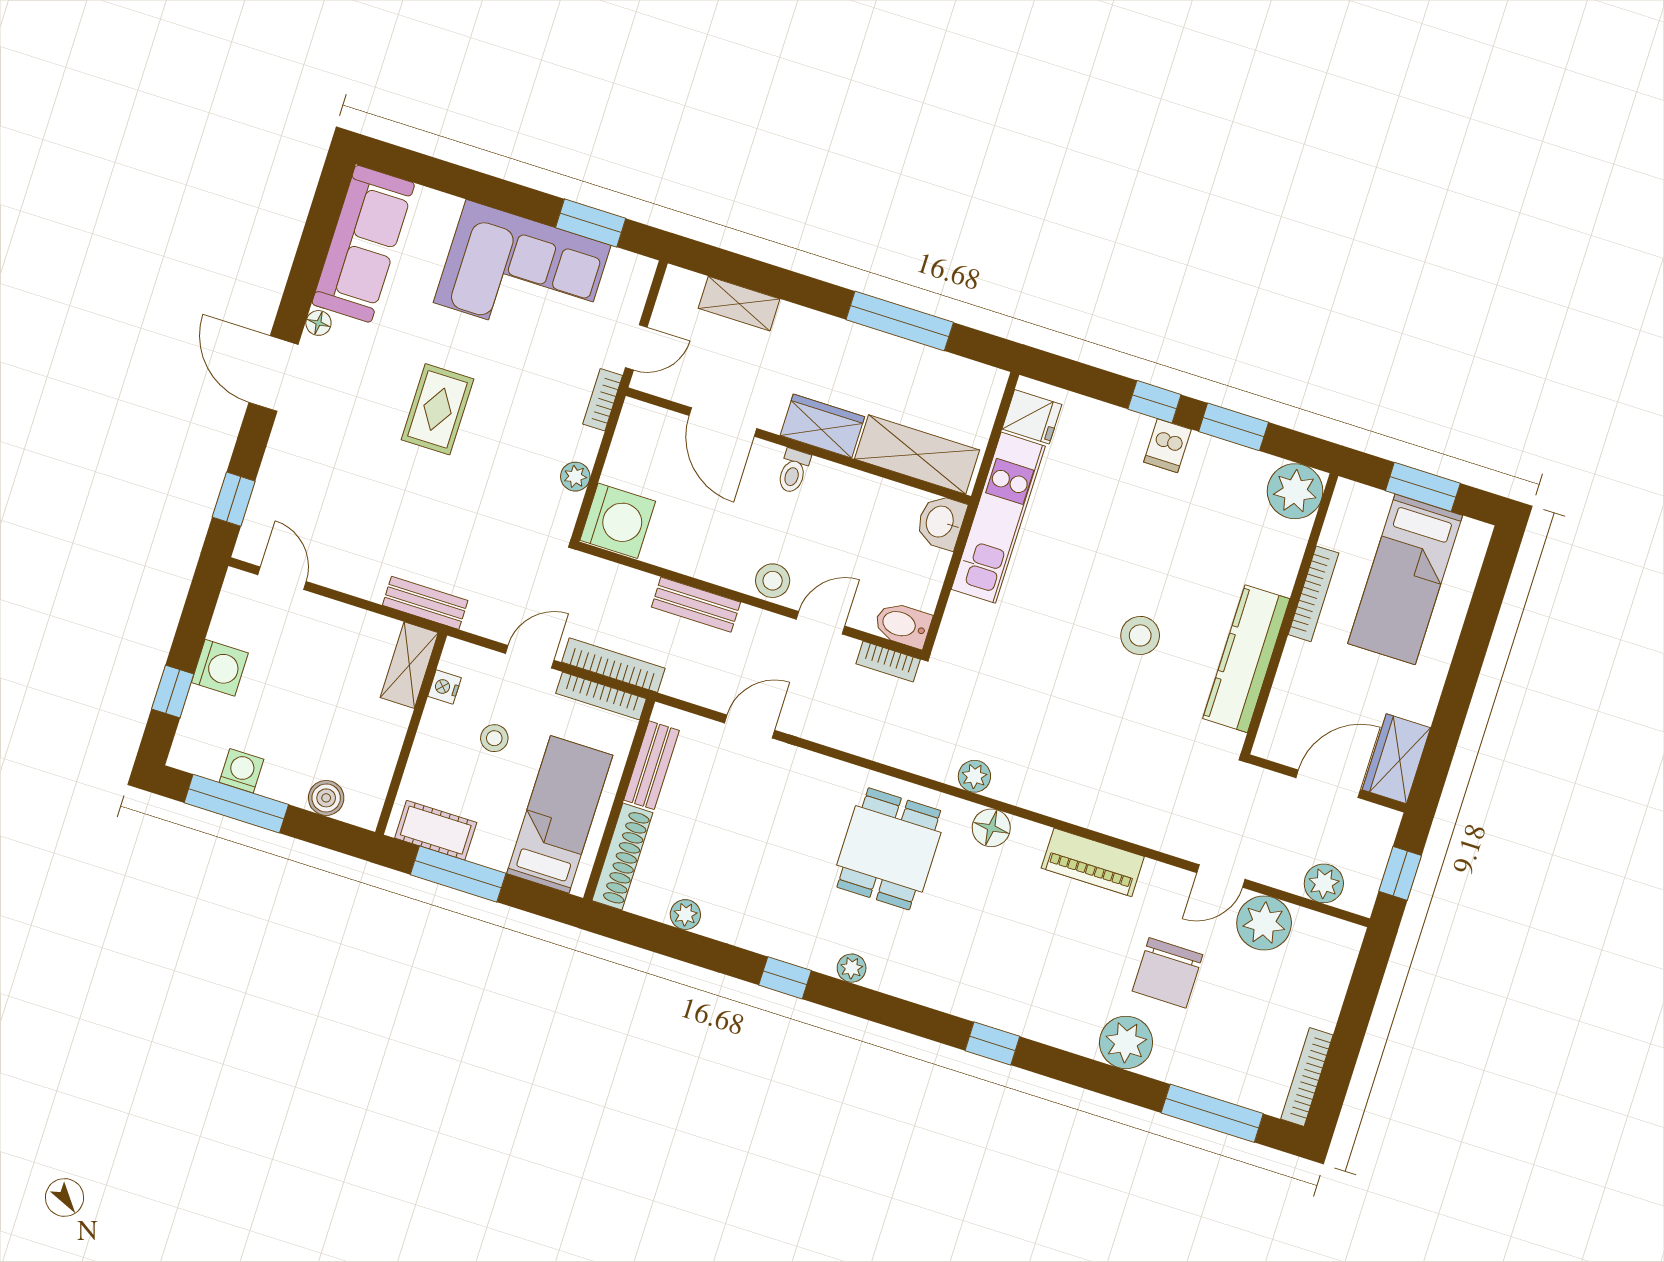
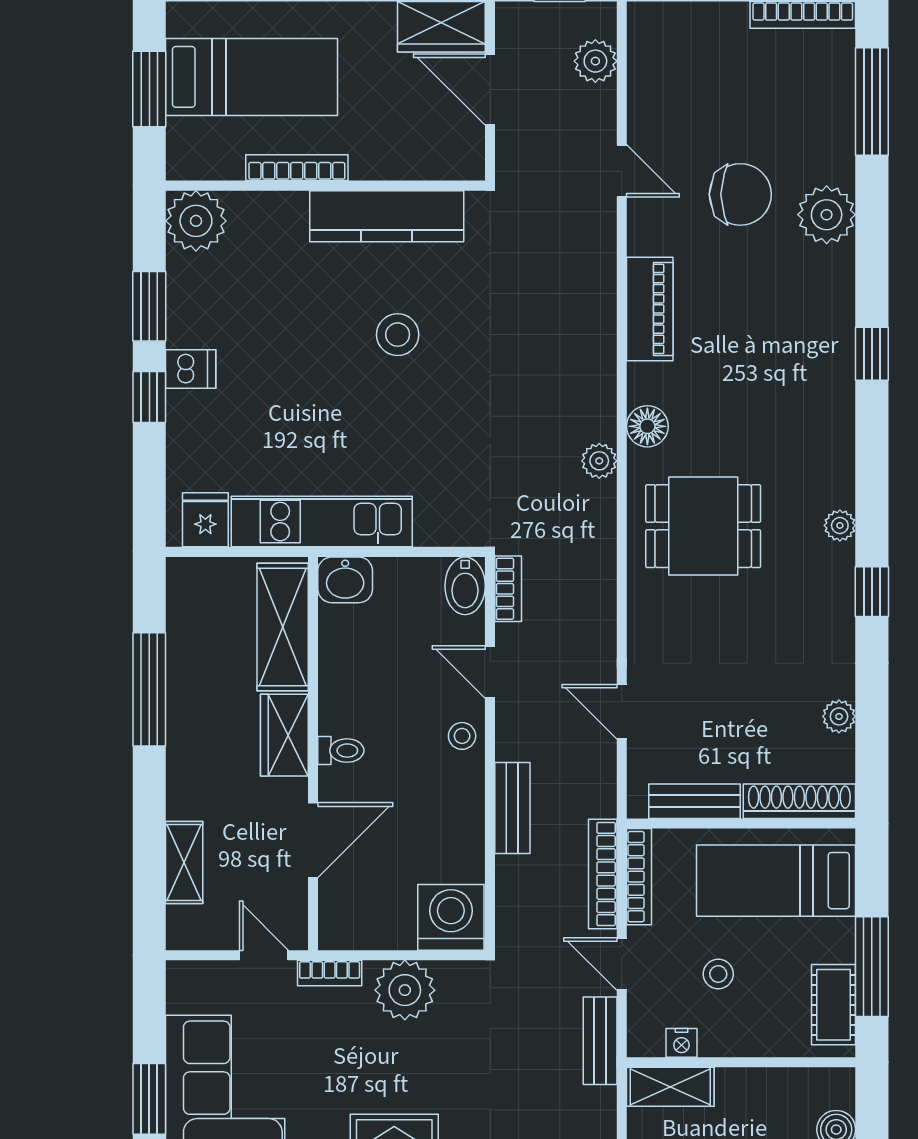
window: (591, 223) -> (149, 1099), moved
plant: (575, 477) -> (405, 990), width x1.87, depth x1.87
stool: (773, 581) -> (462, 736), width x0.73, depth x0.73
bench: (425, 603) -> (600, 1041), moved
plant: (1264, 923) -> (656, 110), removed

